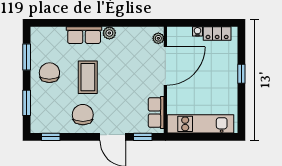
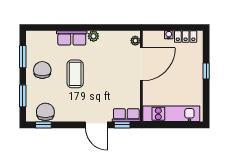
row of seats: (156, 112) -> (126, 115), moved, turned 90
chair: (83, 115) -> (45, 112), moved

